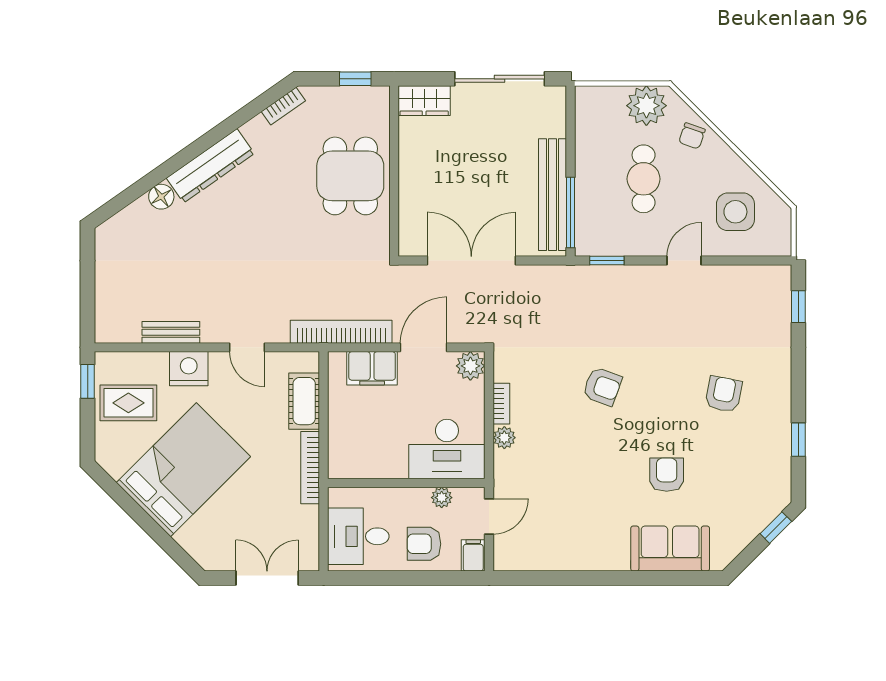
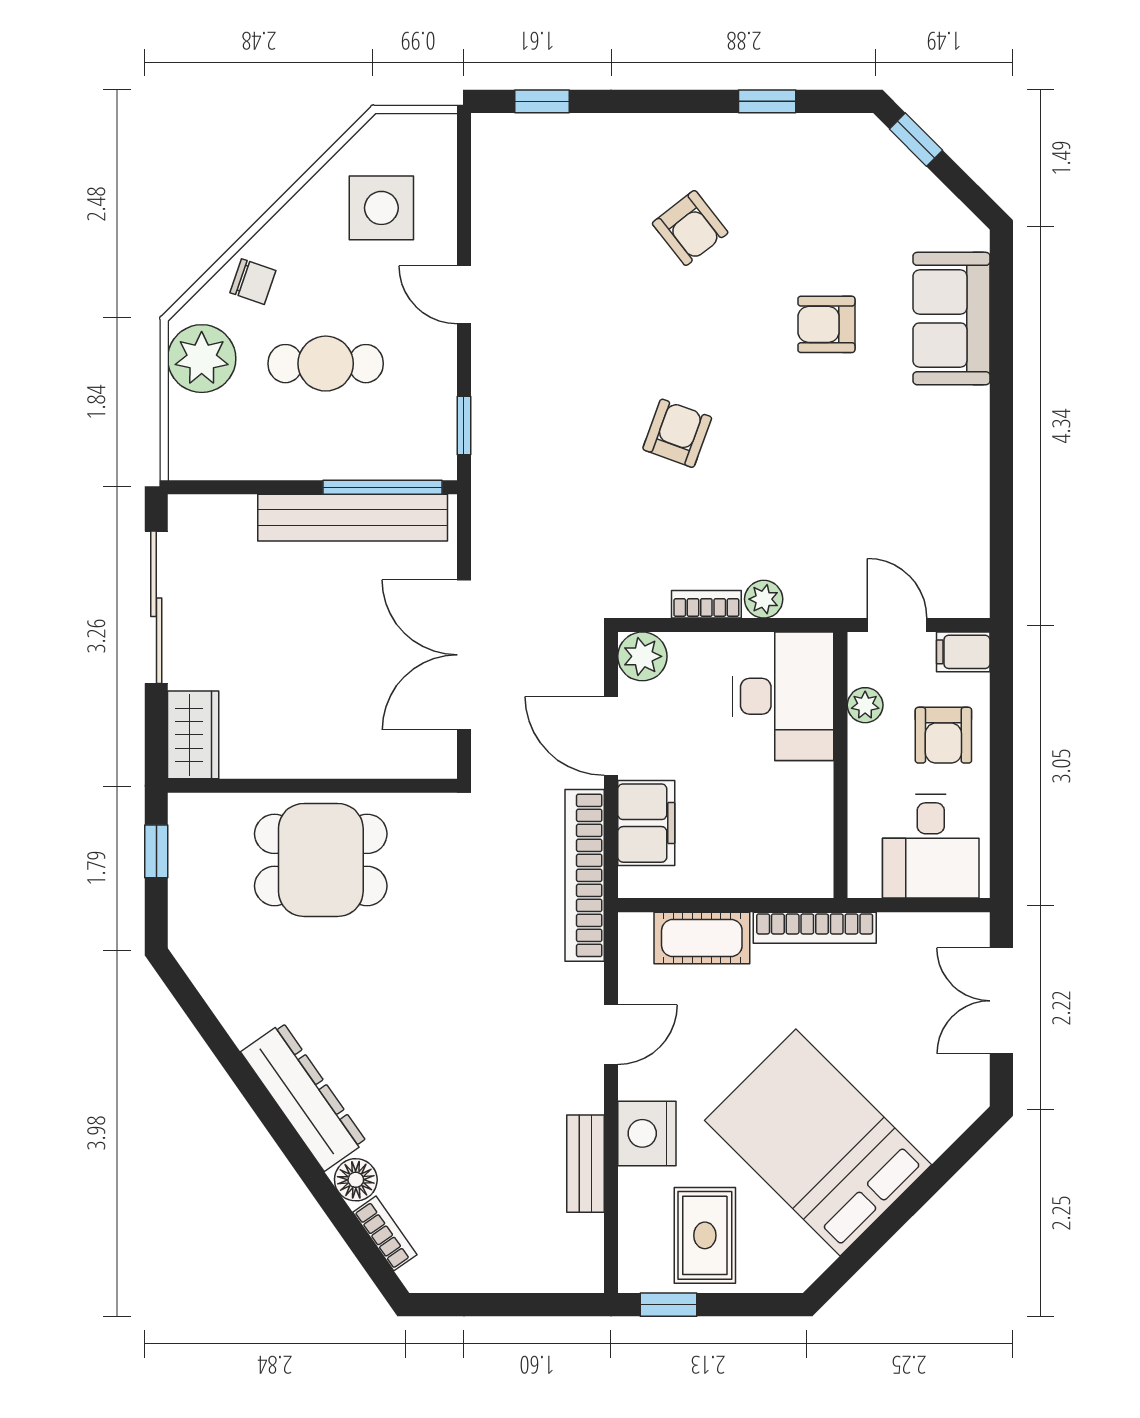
bookcase: (283, 106) -> (385, 1233), moved
armchair: (724, 394) -> (690, 228), turned -139

